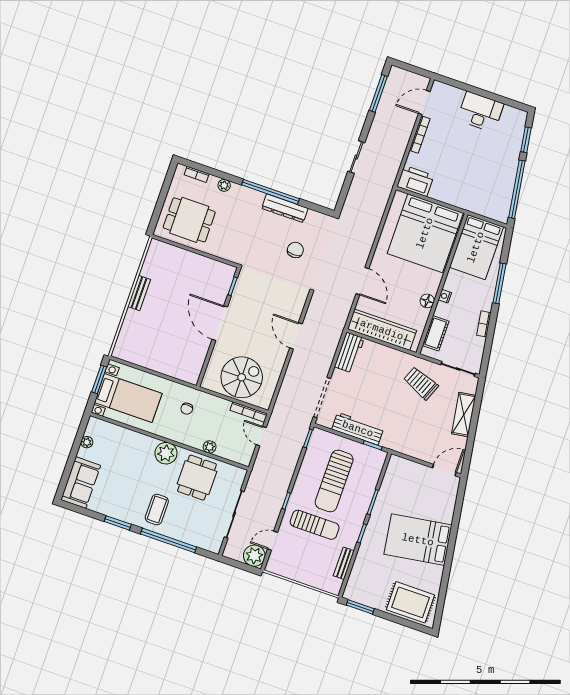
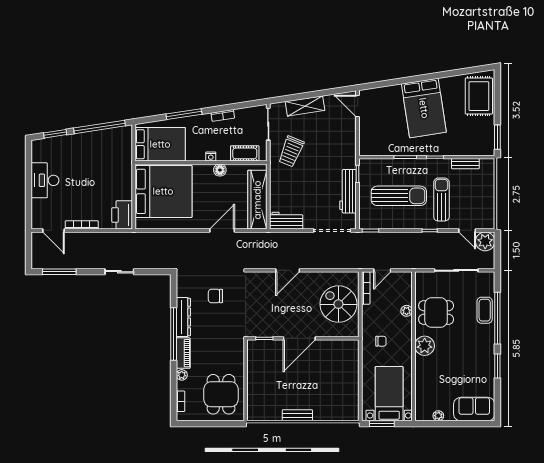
piano: (247, 195) -> (183, 353), added
coffee table: (157, 510) -> (485, 310), moved, turned 90

